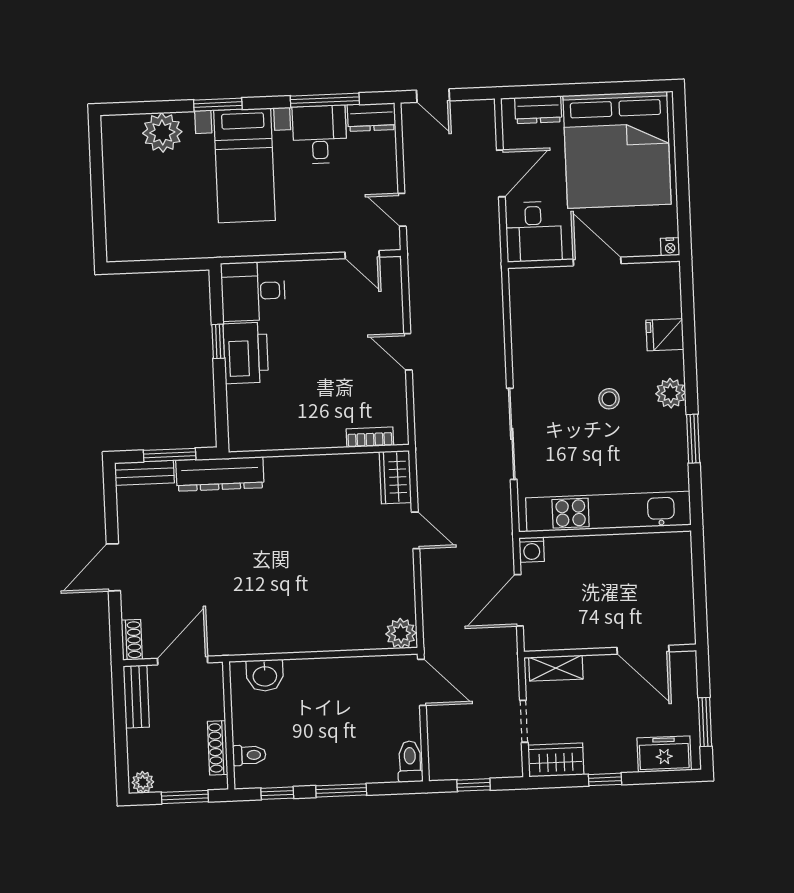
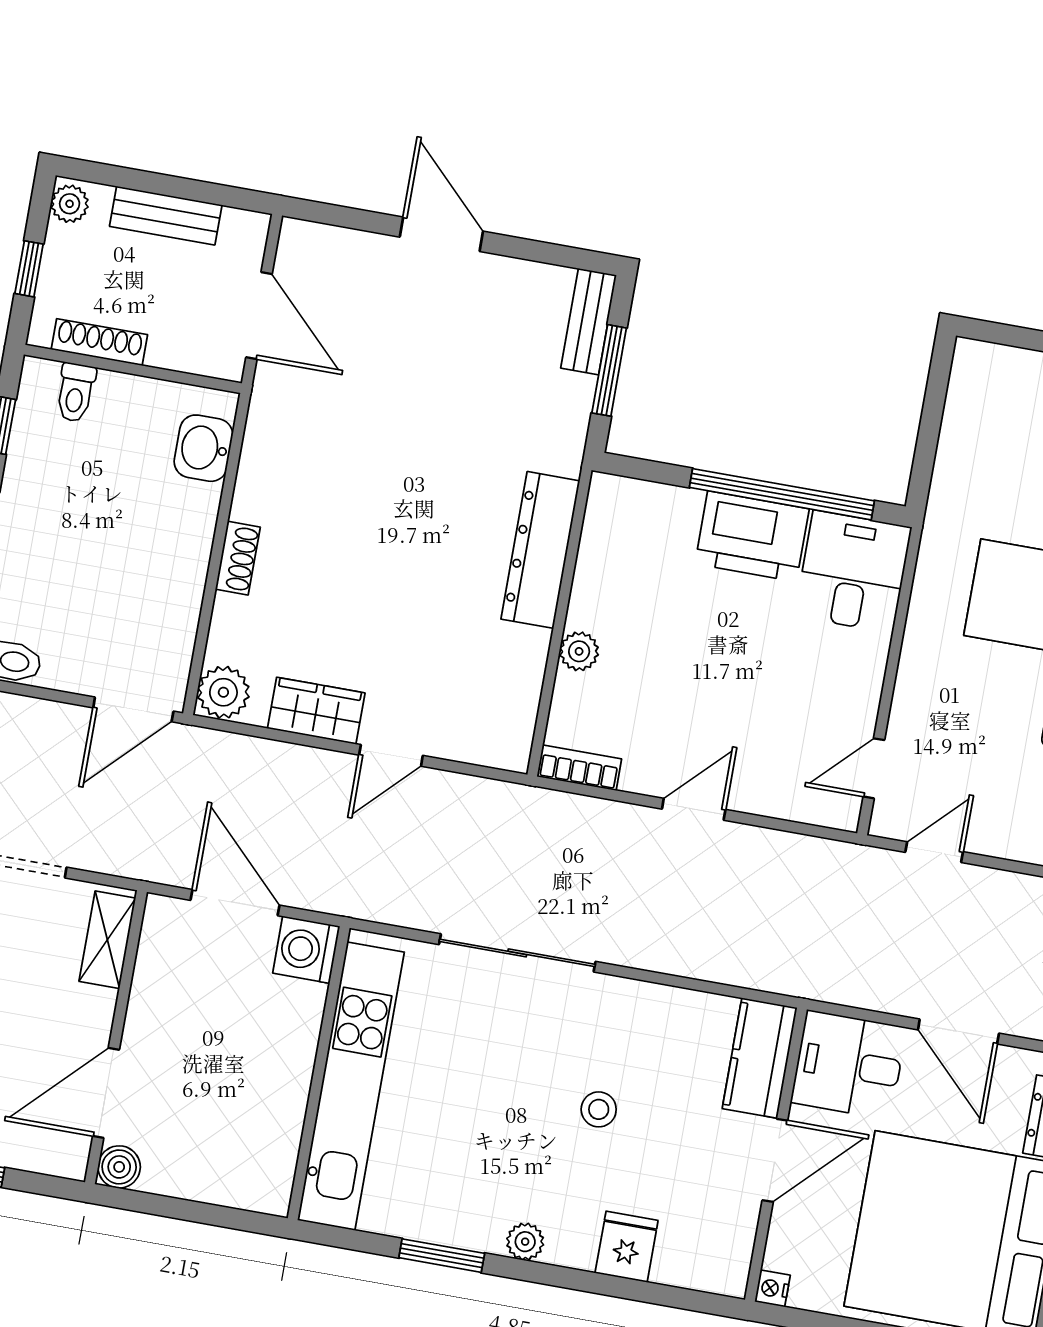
kitchen counter: (541, 283) -> (760, 1058), added
window: (218, 341) -> (782, 494), width x3.17
plant: (671, 393) -> (525, 1242), width x0.73, depth x0.73
stool: (609, 399) -> (599, 1109), moved
plant: (333, 437) -> (579, 651), added
bookcase: (370, 437) -> (579, 768), moved, turned -90
dresser: (220, 474) -> (540, 550), moved
wardrobe: (395, 477) -> (316, 711), moved
washing machine: (532, 550) -> (306, 950), width x1.38, depth x1.38
boiler: (683, 633) -> (119, 1167), added
shoe rack: (132, 640) -> (238, 558), moved, turned -90
bench: (136, 696) -> (166, 216), moved
window: (185, 797) -> (29, 269), width x0.67

